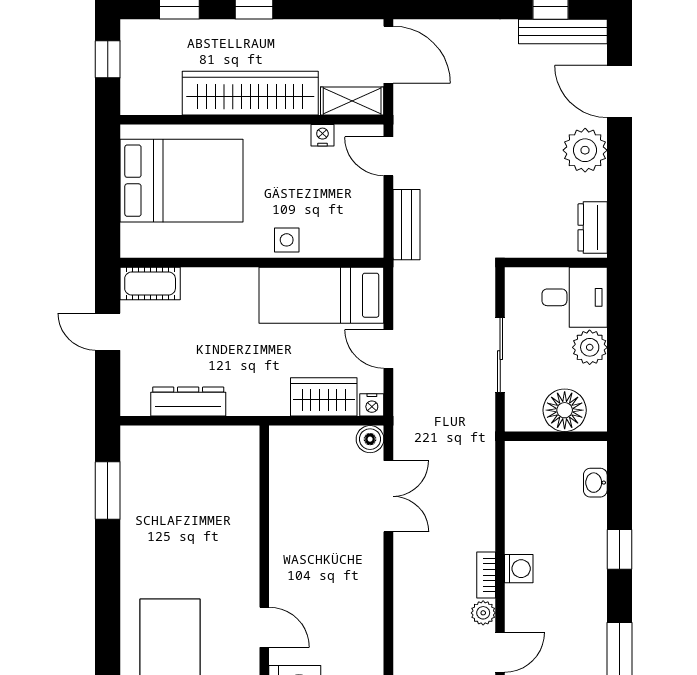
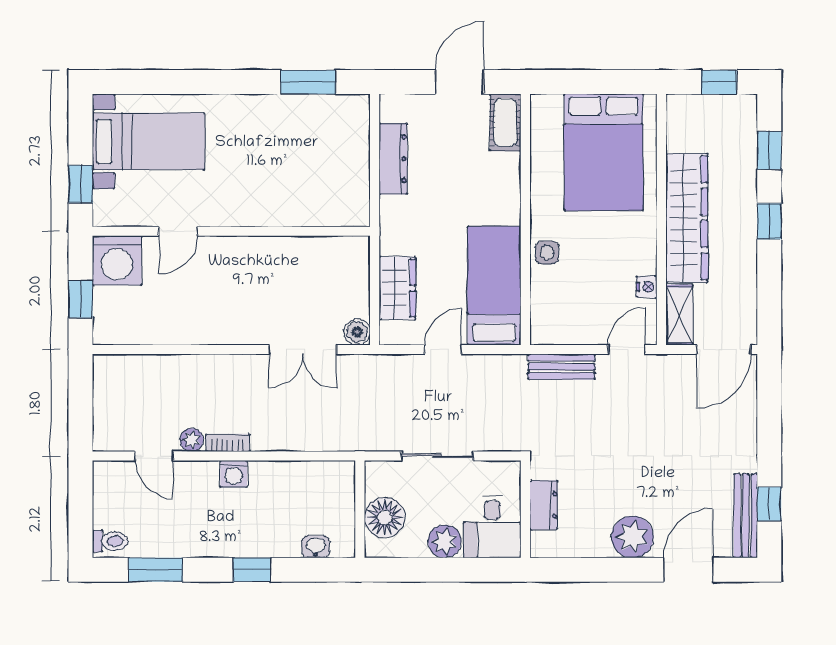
dresser: (593, 227) -> (544, 505), moved, turned 90
door: (108, 332) -> (459, 82), width x1.38
nightstand: (372, 405) -> (390, 334), removed

